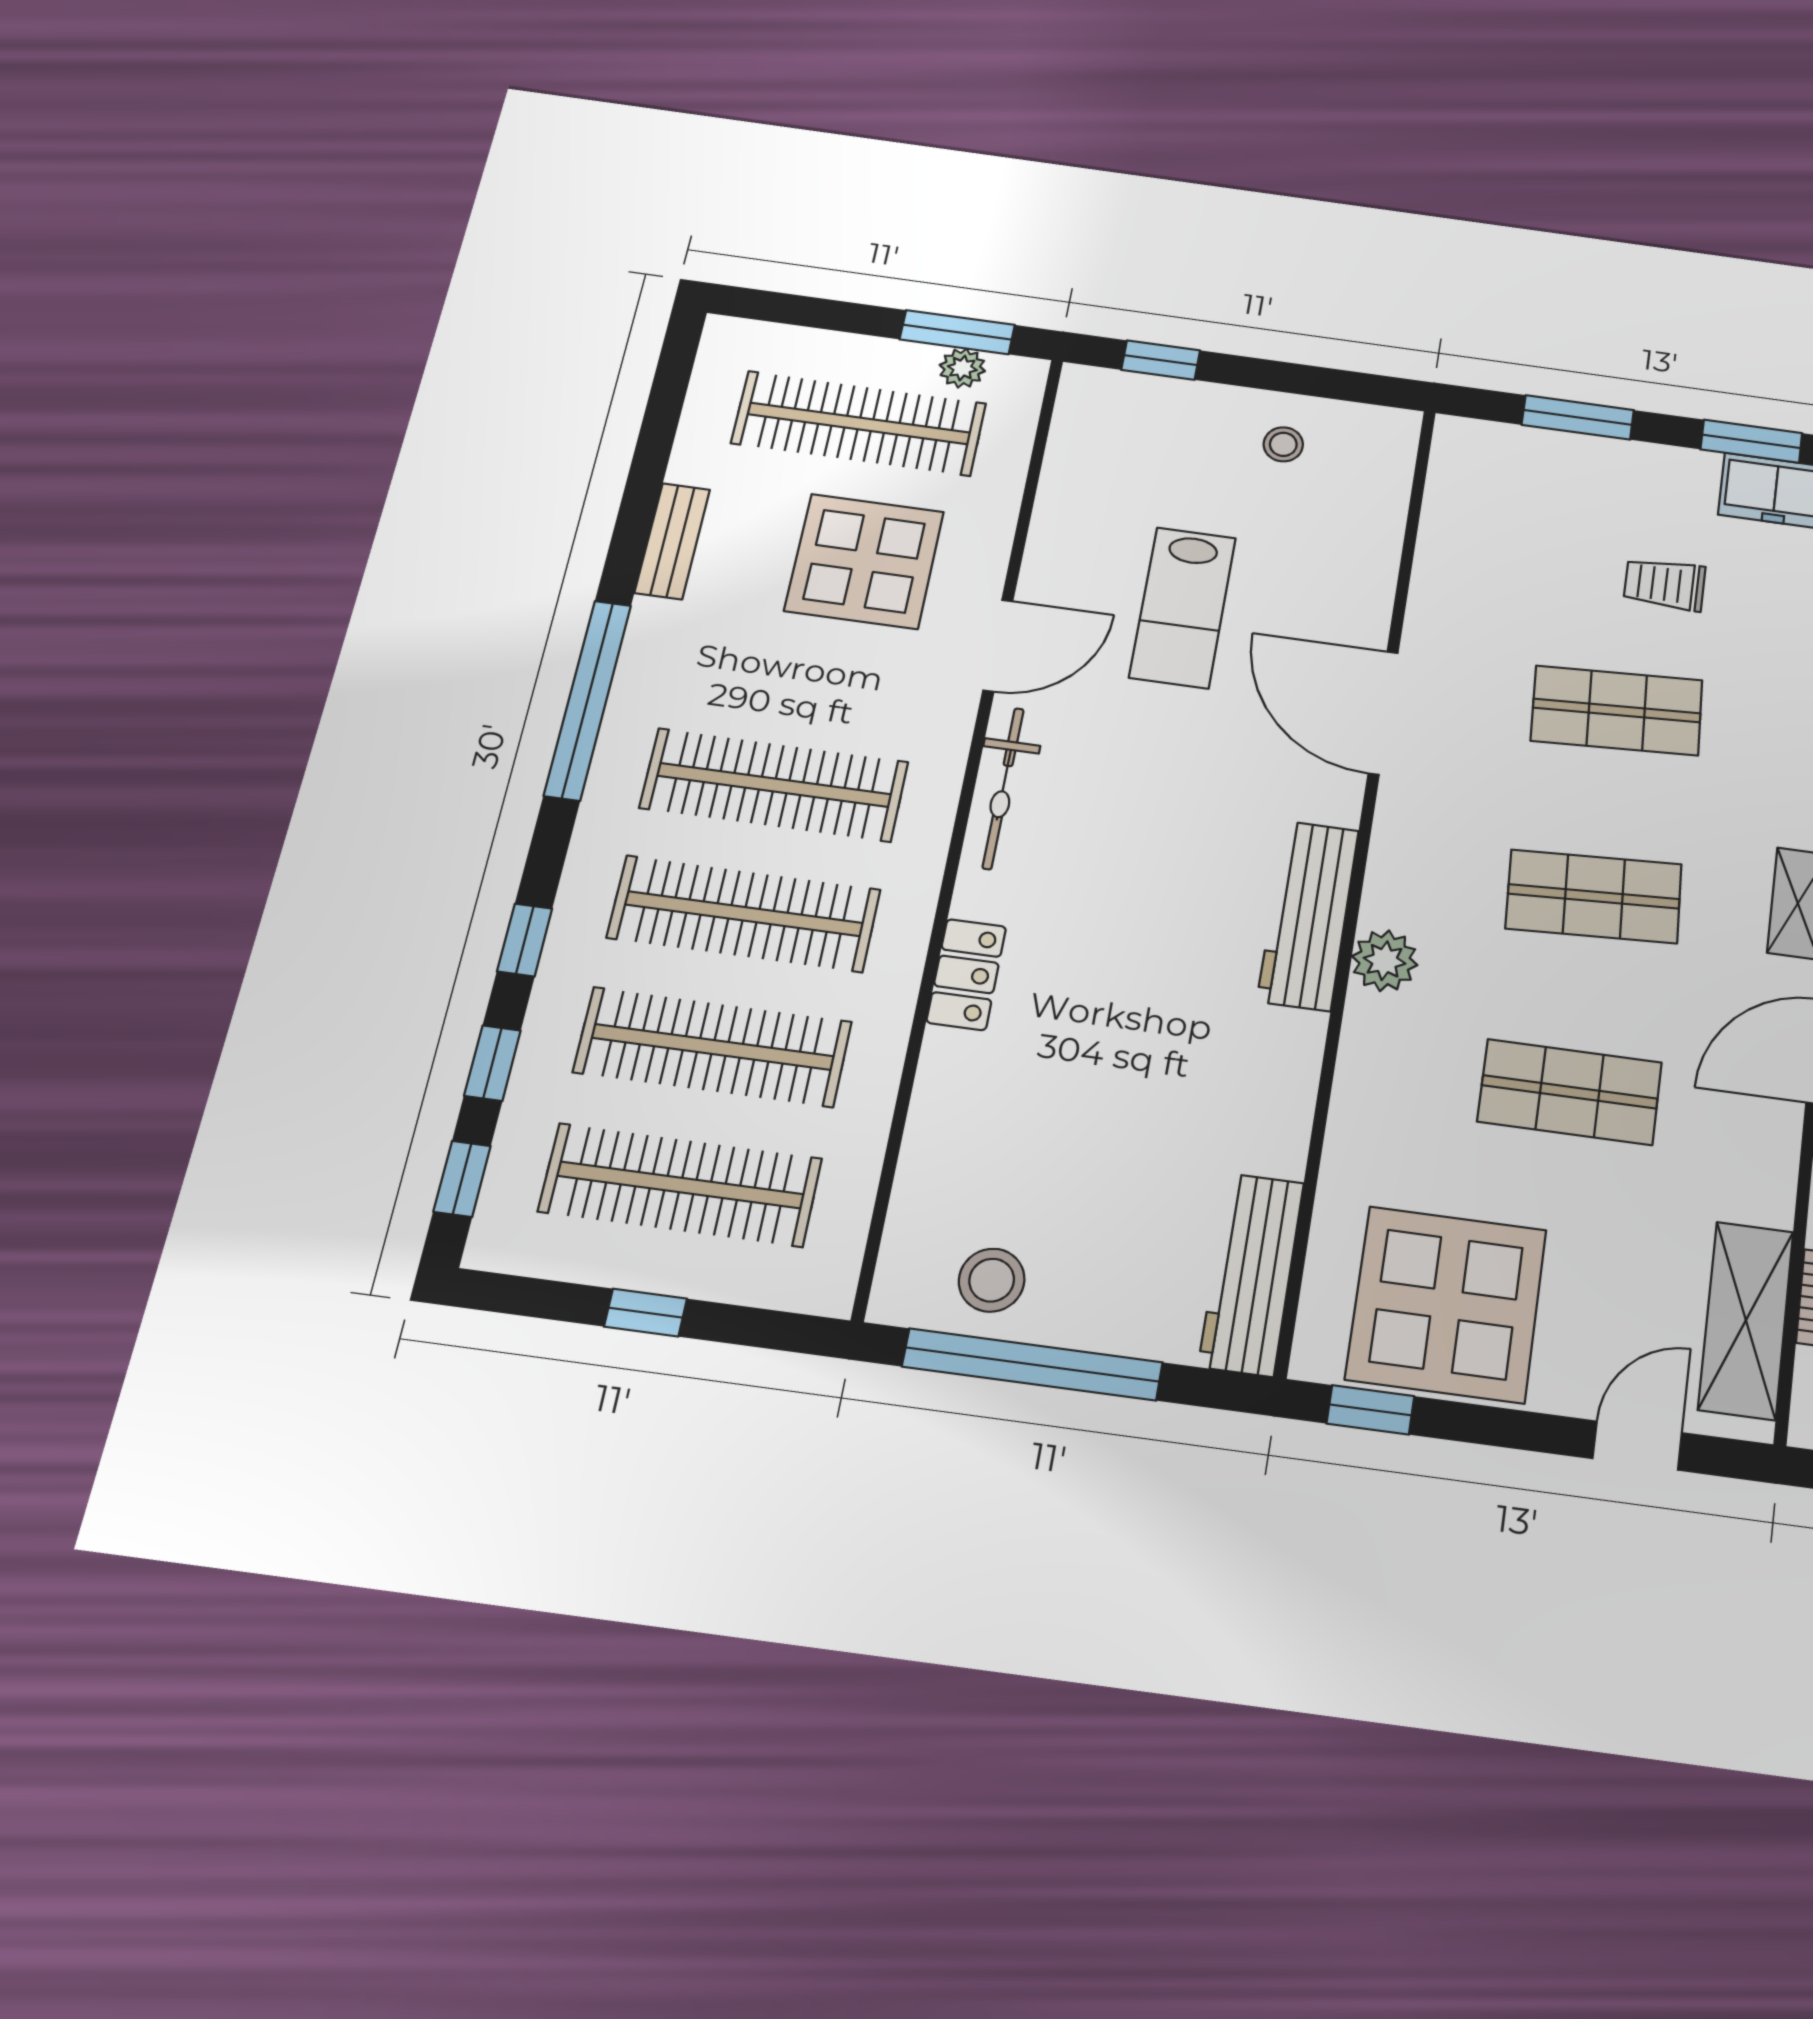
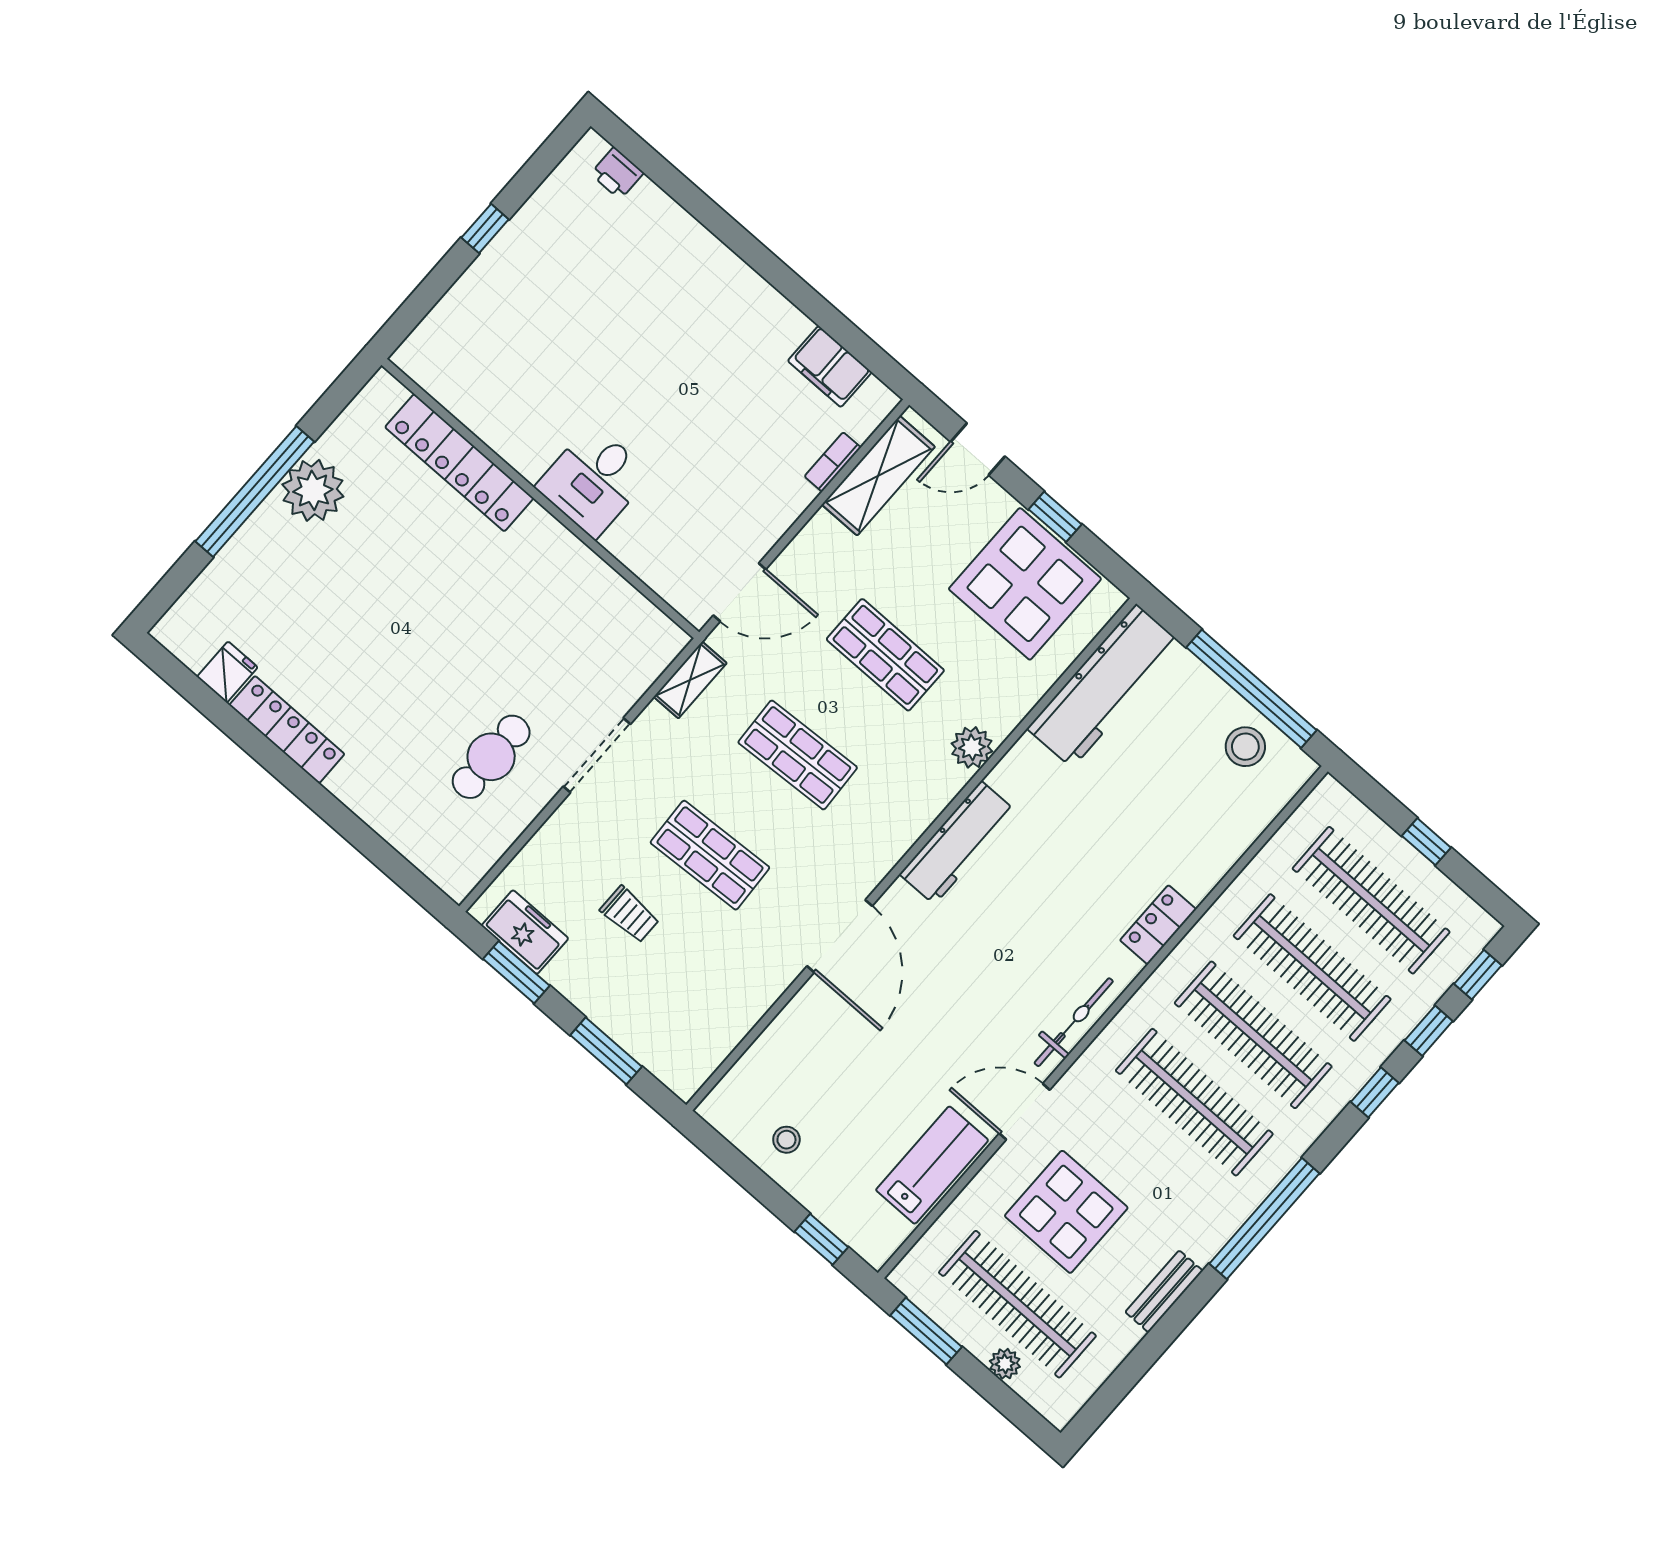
plant: (962, 368) -> (1005, 1364), moved
lab bench: (1183, 607) -> (932, 1165), moved
plant: (1385, 961) -> (972, 747), moved
workbench: (1251, 1274) -> (1104, 686), width x1.36, depth x1.32
window: (1370, 1410) -> (1055, 517), moved

